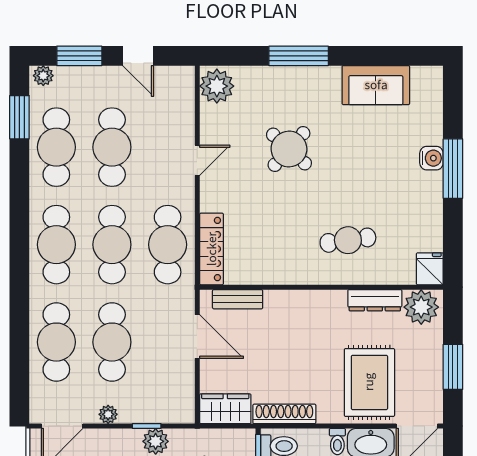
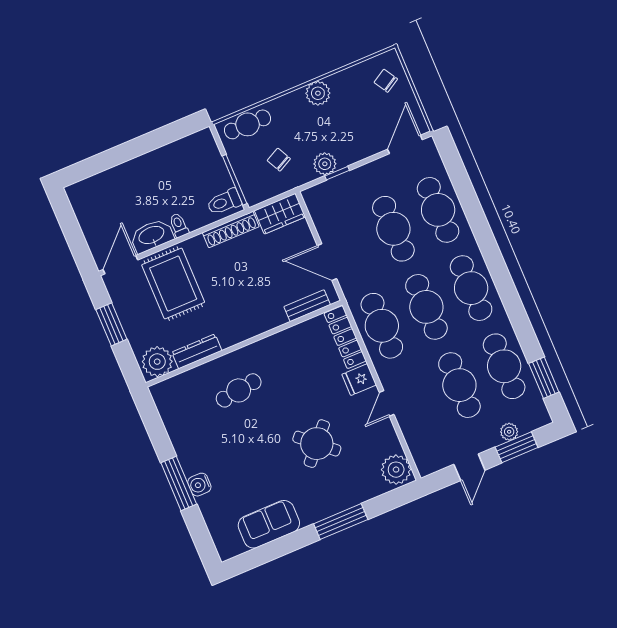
door: (138, 56) -> (469, 467), swing flipped
plant: (43, 76) -> (509, 432), moved
fridge: (430, 269) -> (359, 380), moved, turned 90
plant: (108, 414) -> (372, 169), removed

